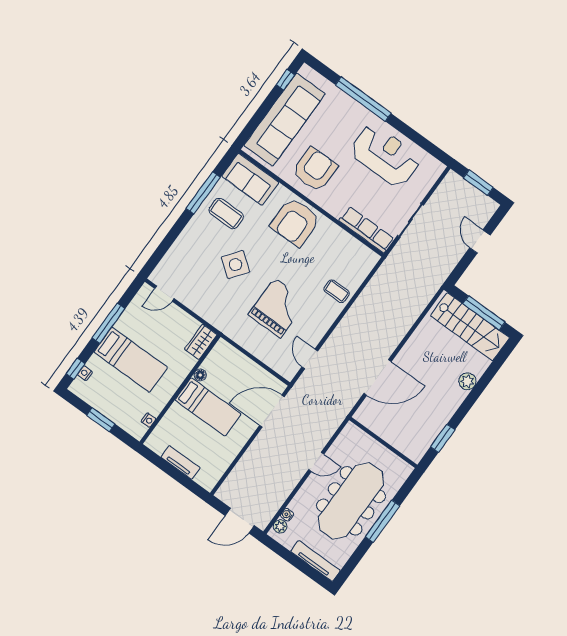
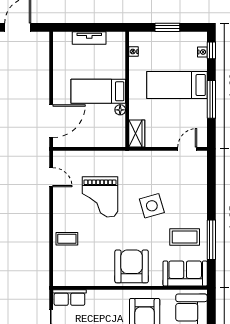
row of seats: (367, 230) -> (69, 298), width x0.68
side table: (235, 265) -> (152, 206), turned 37

